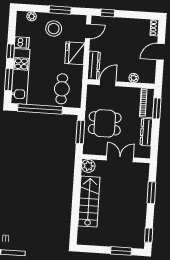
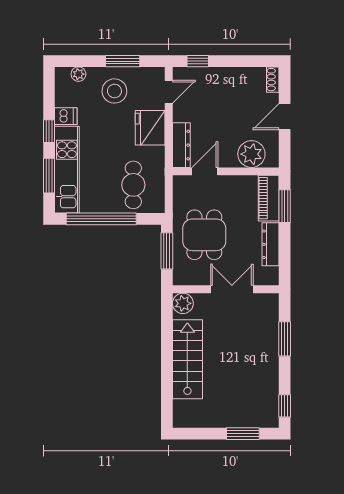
plant: (134, 78) -> (251, 154), width x1.88, depth x1.88
dining table: (105, 123) -> (204, 235), turned 90

